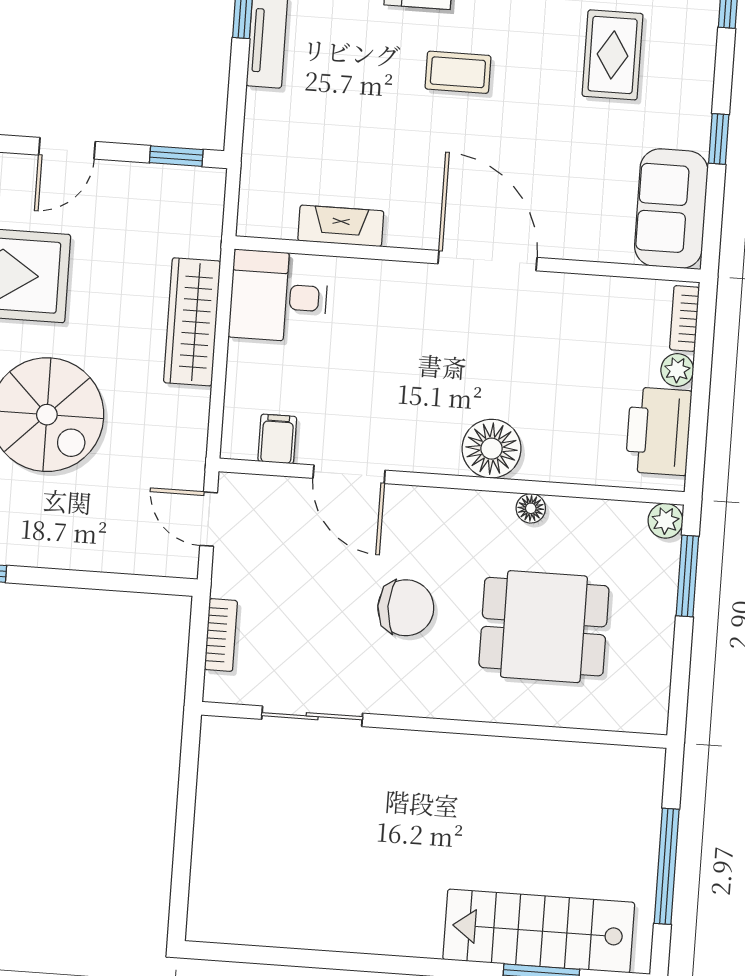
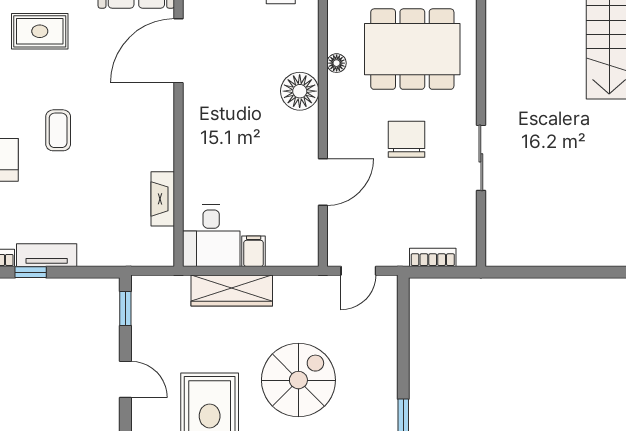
door: (487, 261) -> (178, 51), moved
filing cabinet: (277, 439) -> (254, 251), moved, turned 90
dining table: (544, 627) -> (412, 49), width x1.37
sliding door: (312, 716) -> (481, 158), moved

